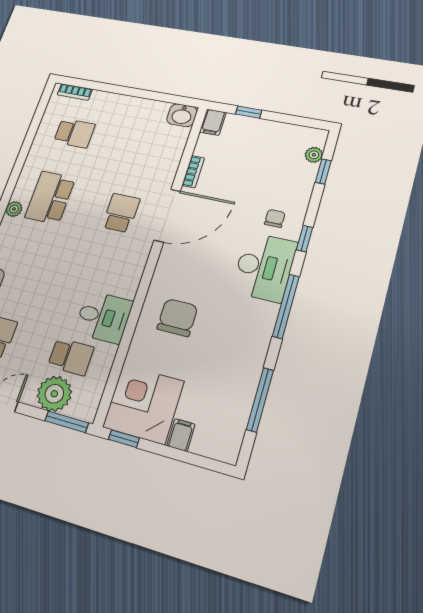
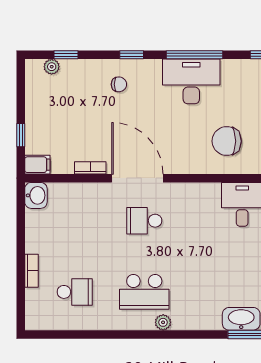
bookcase: (75, 92) -> (31, 271), moved
school desk: (74, 133) -> (75, 292), turned 90
chair: (275, 218) -> (119, 84), turned 180
desk: (264, 267) -> (191, 81), moved

